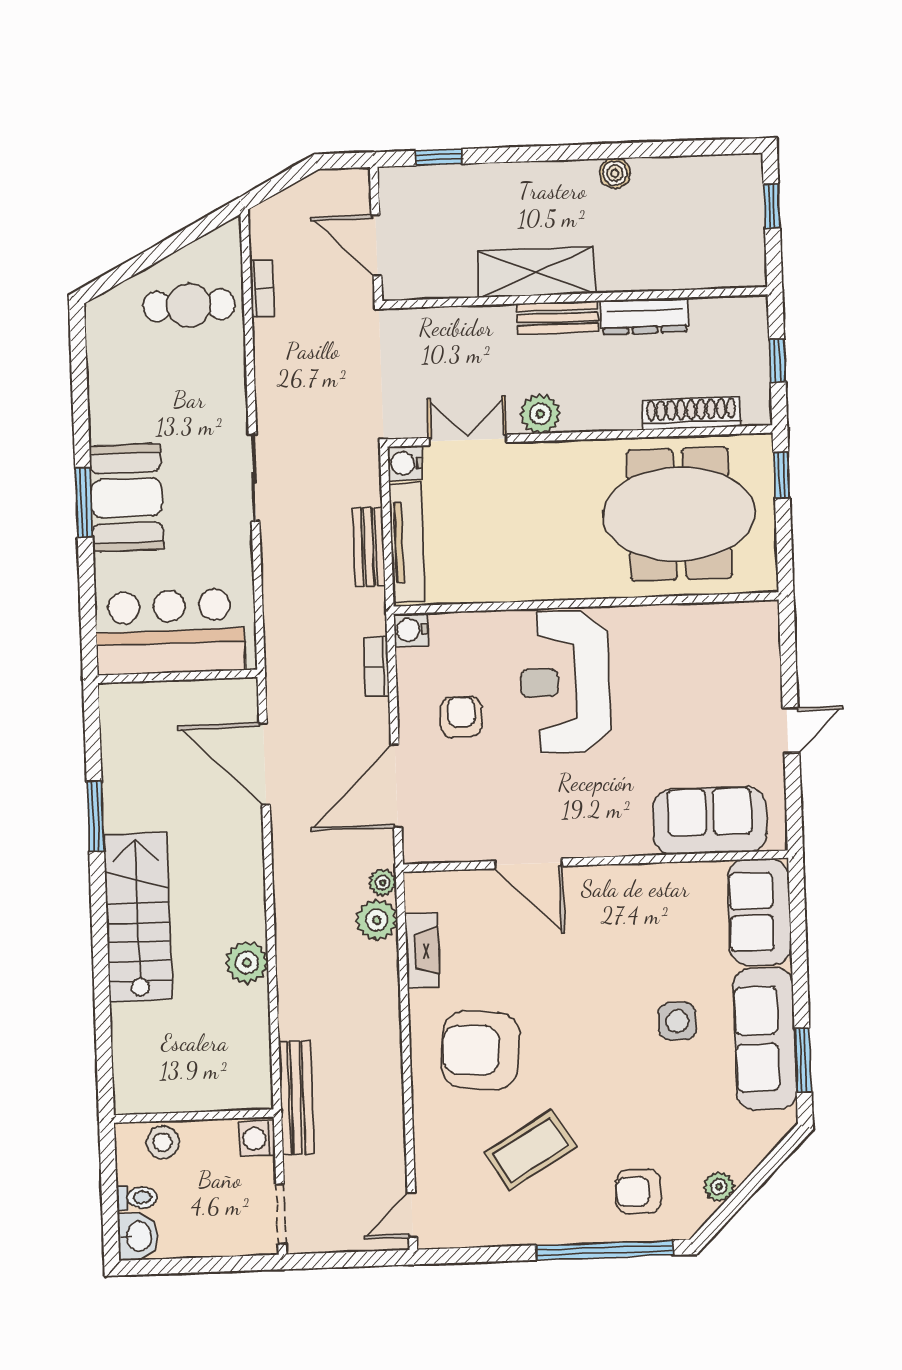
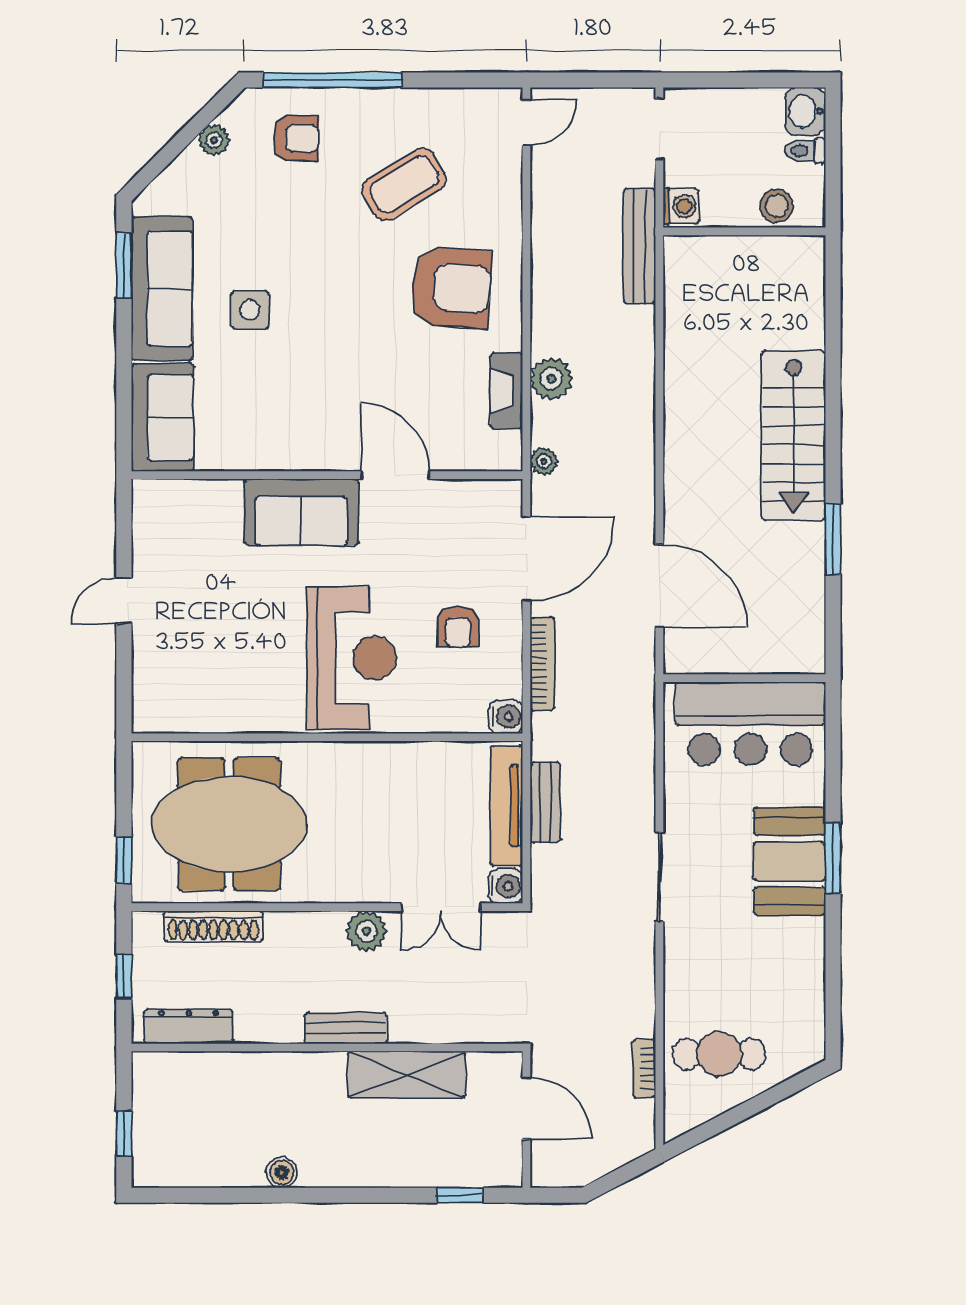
shelving: (536, 272) -> (406, 1075), moved
dresser: (644, 316) -> (189, 1026), moved
bookcase: (376, 666) -> (542, 664), width x1.56
sofa: (710, 820) -> (301, 512), moved
plant: (377, 920) -> (551, 379), moved
plant: (247, 963) -> (685, 385), removed

